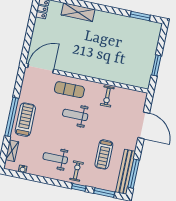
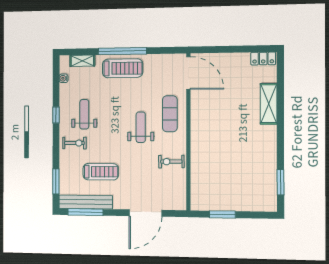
treadmill: (104, 154) -> (101, 172), turned 180
window: (79, 187) -> (56, 115), moved

